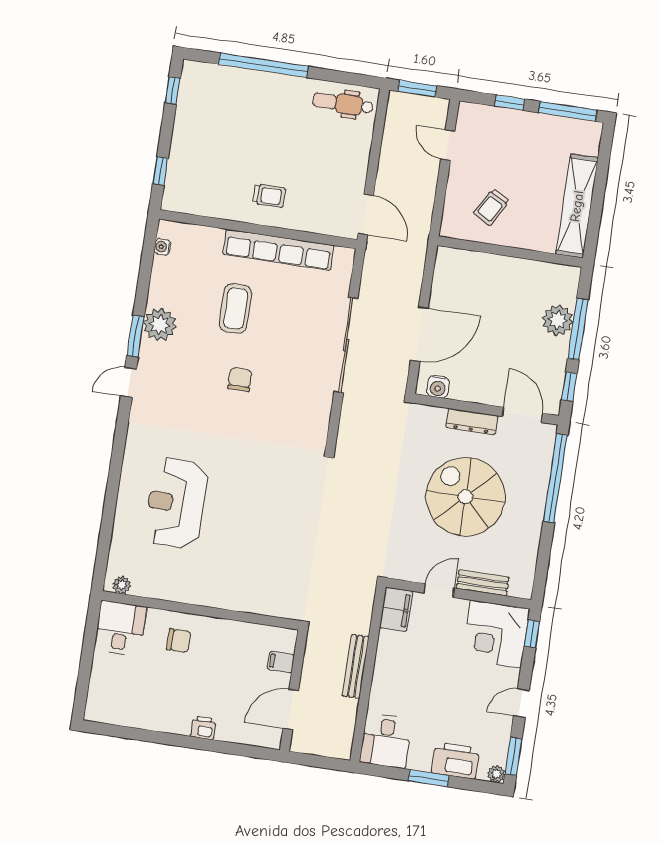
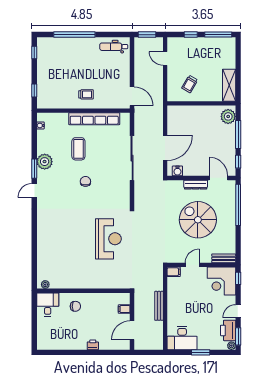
shelving: (577, 206) -> (229, 85), width x0.68
plant: (558, 320) -> (228, 116), moved
reception desk: (176, 503) -> (108, 239), moved, turned 180
bench: (483, 583) -> (224, 258), moved
filing cabinet: (396, 609) -> (174, 272), width x0.50
desk: (386, 741) -> (182, 338), width x1.37
printer: (456, 761) -> (228, 330), moved, turned -90

